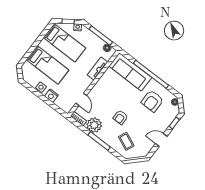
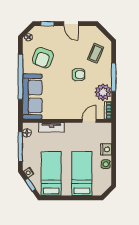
armchair: (152, 101) -> (43, 58), turned 110

